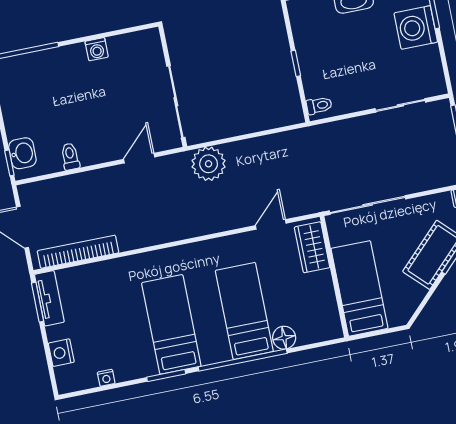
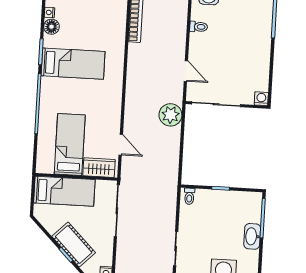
washing machine: (97, 49) -> (261, 99), moved, turned 90
bed: (244, 311) -> (70, 145), moved, turned -90
floor lamp: (284, 338) -> (51, 27), moved

